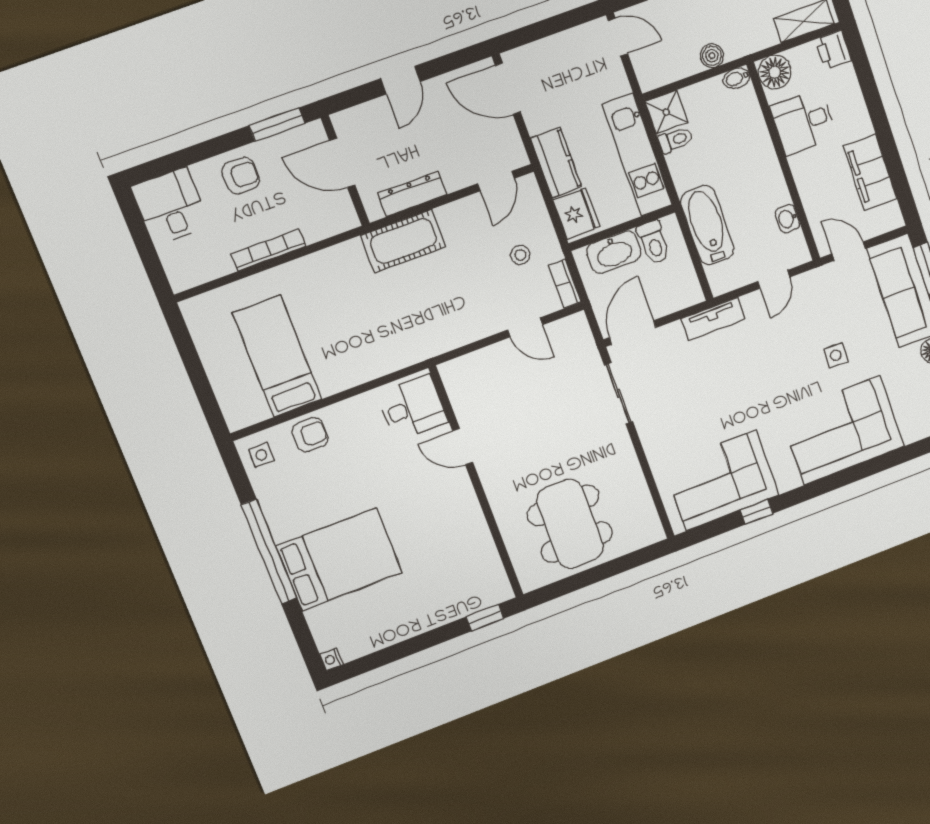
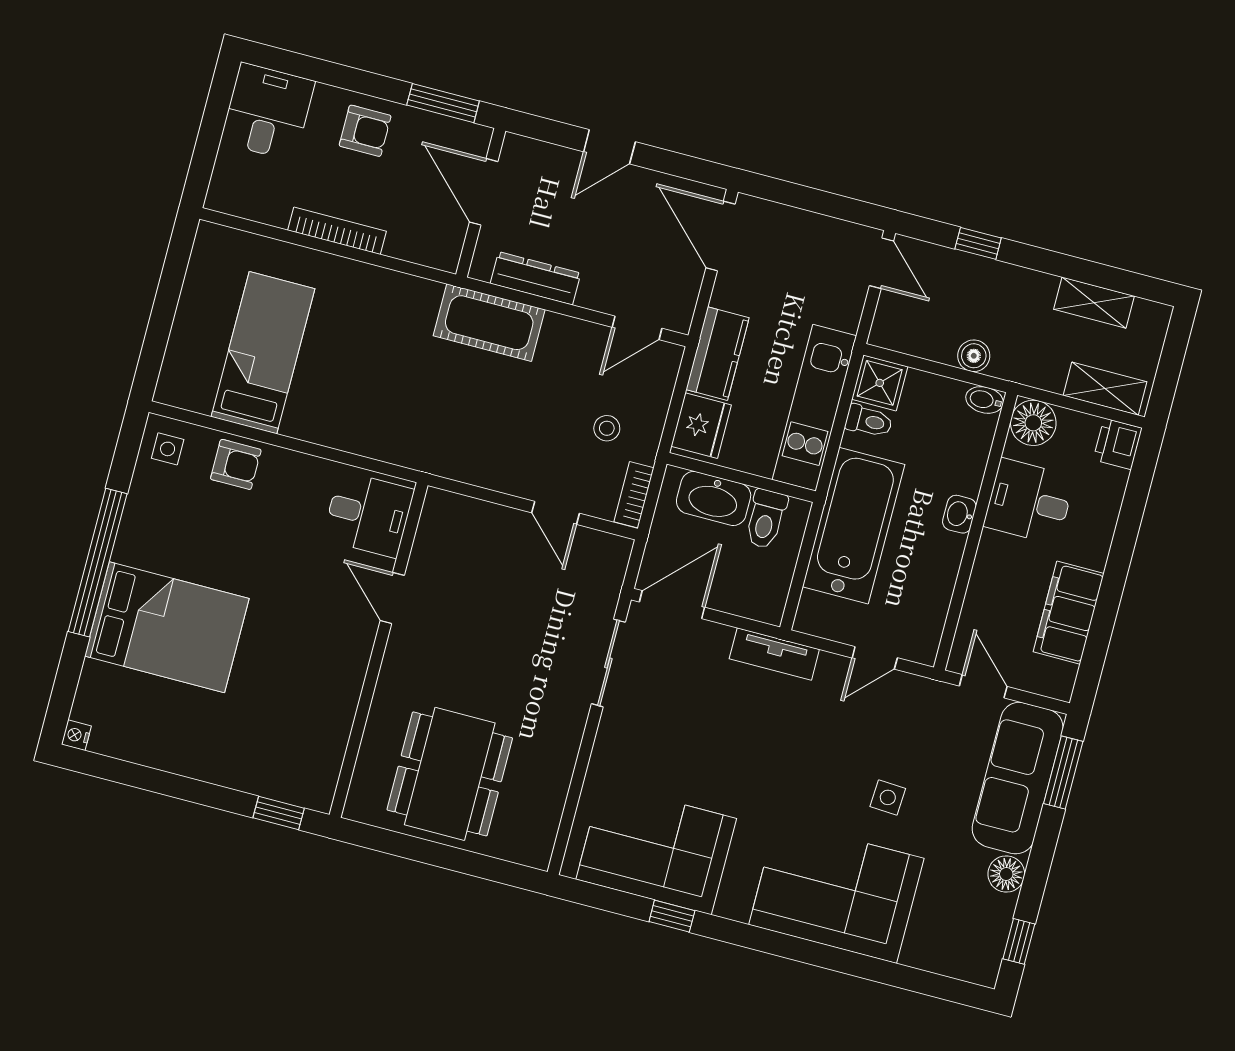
washbasin: (788, 219) -> (959, 514), moved
bathtub: (707, 225) -> (854, 526), width x1.36, depth x1.36

